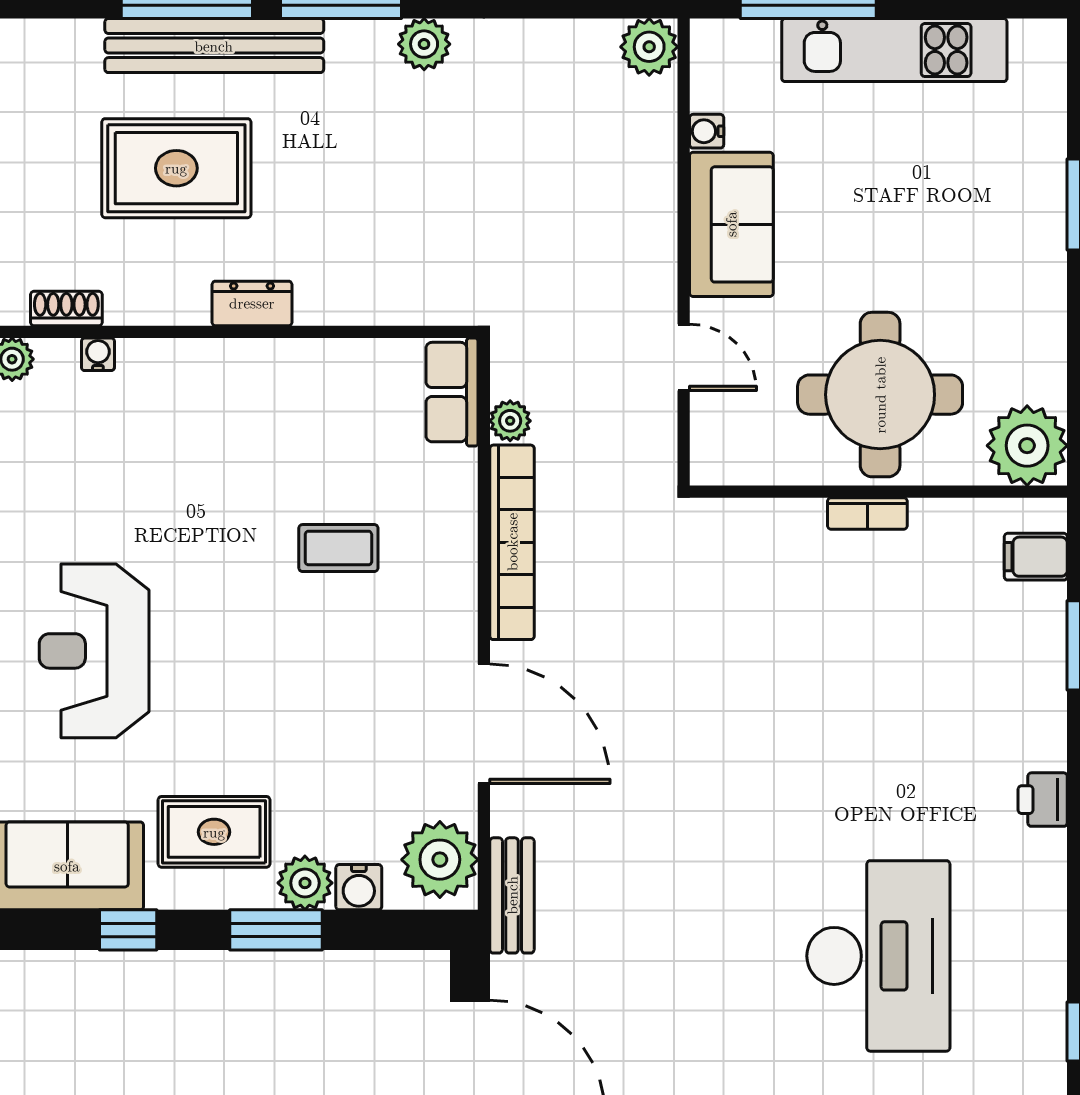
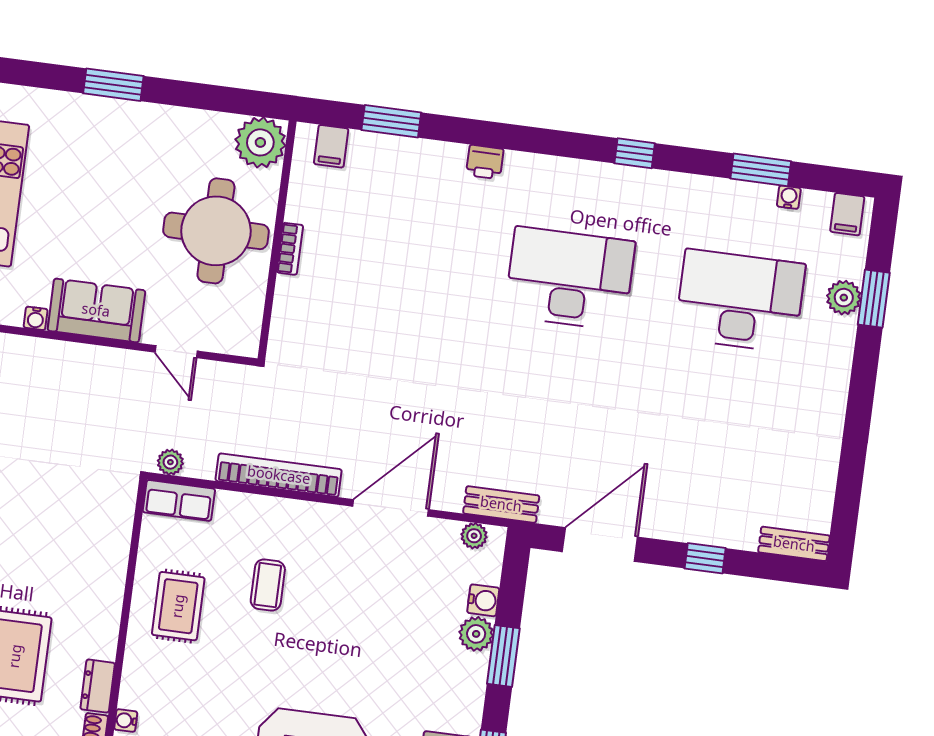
dresser: (252, 303) -> (98, 686), moved
door: (684, 357) -> (176, 352), swing flipped
plant: (510, 421) -> (170, 462), moved
rug: (214, 832) -> (178, 606), moved
plant: (440, 860) -> (474, 536), width x0.53, depth x0.53

